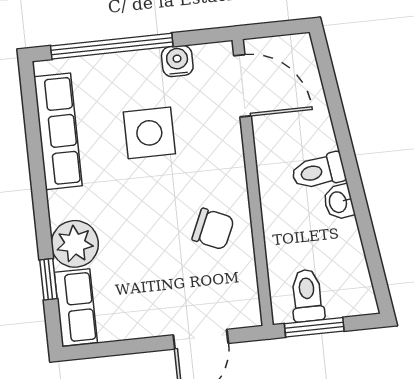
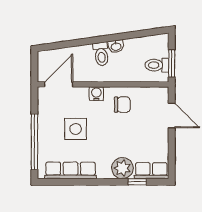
water cooler: (177, 61) -> (96, 94), moved, turned 90
chair: (213, 229) -> (122, 105), turned 66

